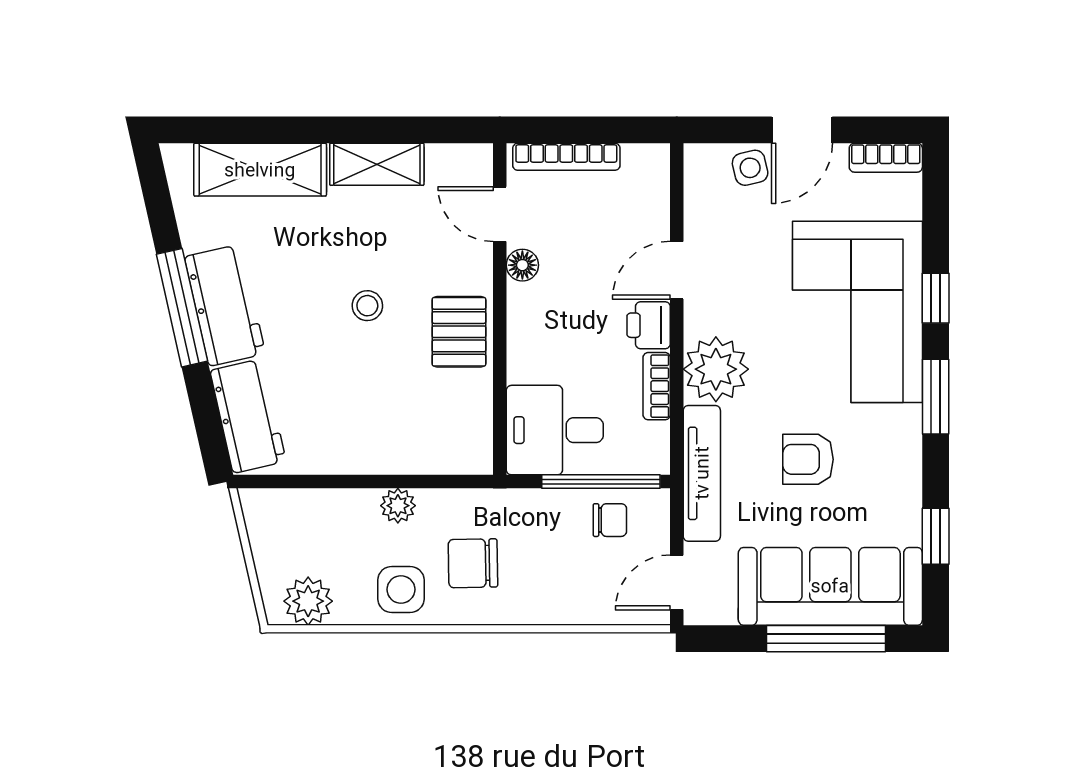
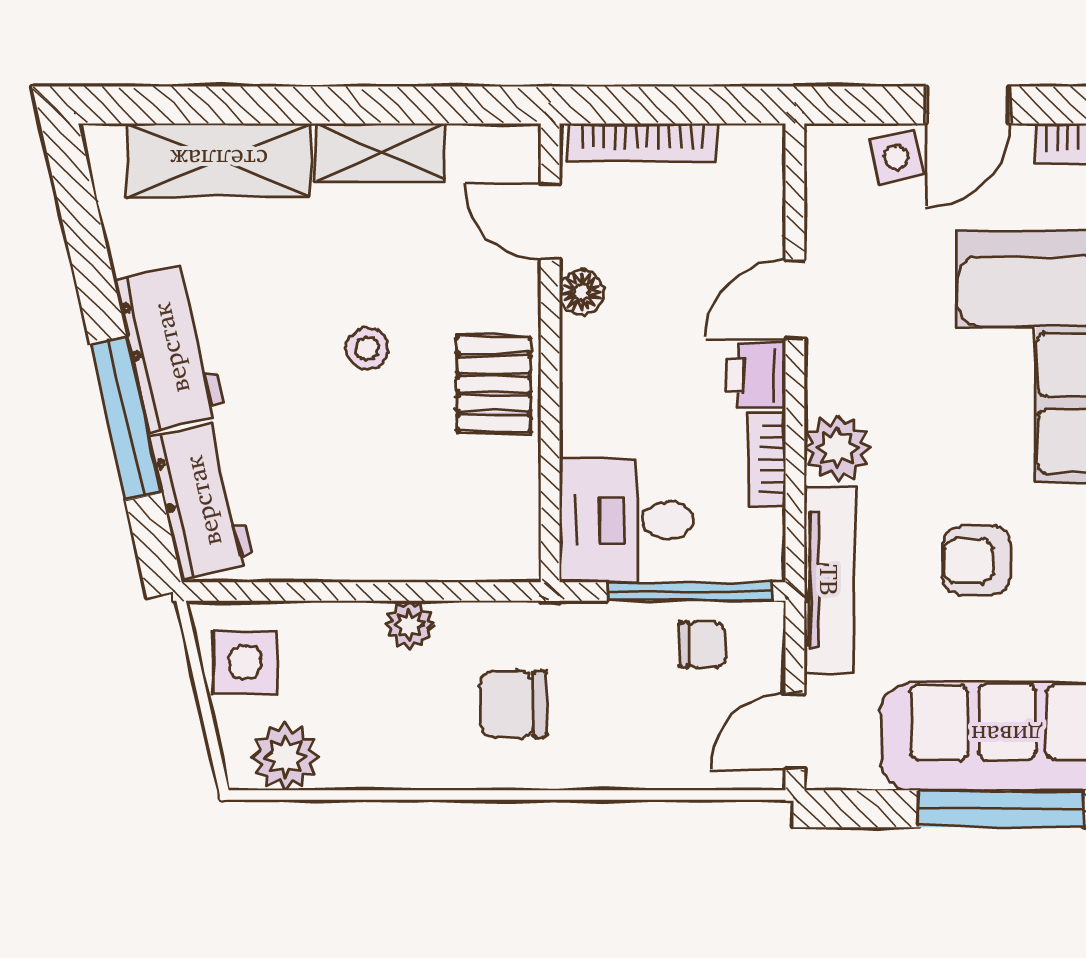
window: (182, 308) -> (126, 418), moved
plant: (716, 369) -> (837, 448), width x0.73, depth x0.73
side table: (401, 589) -> (245, 662), moved

